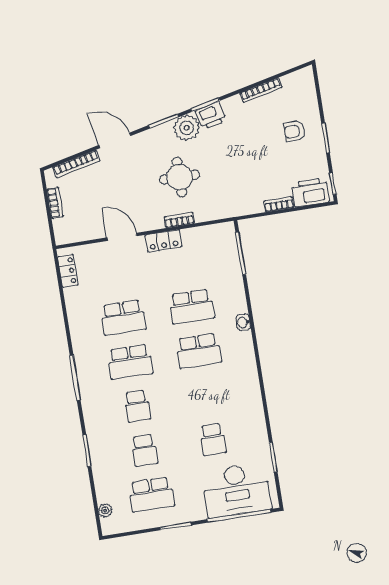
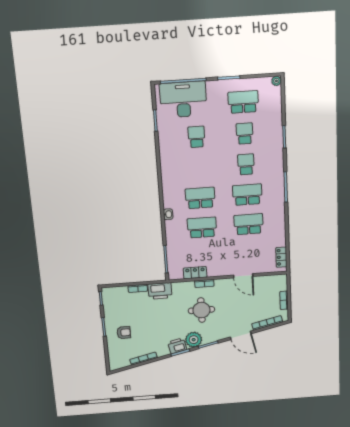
printer: (310, 192) -> (160, 291), moved
locker: (163, 241) -> (195, 273), moved
plant: (105, 511) -> (276, 81), moved

